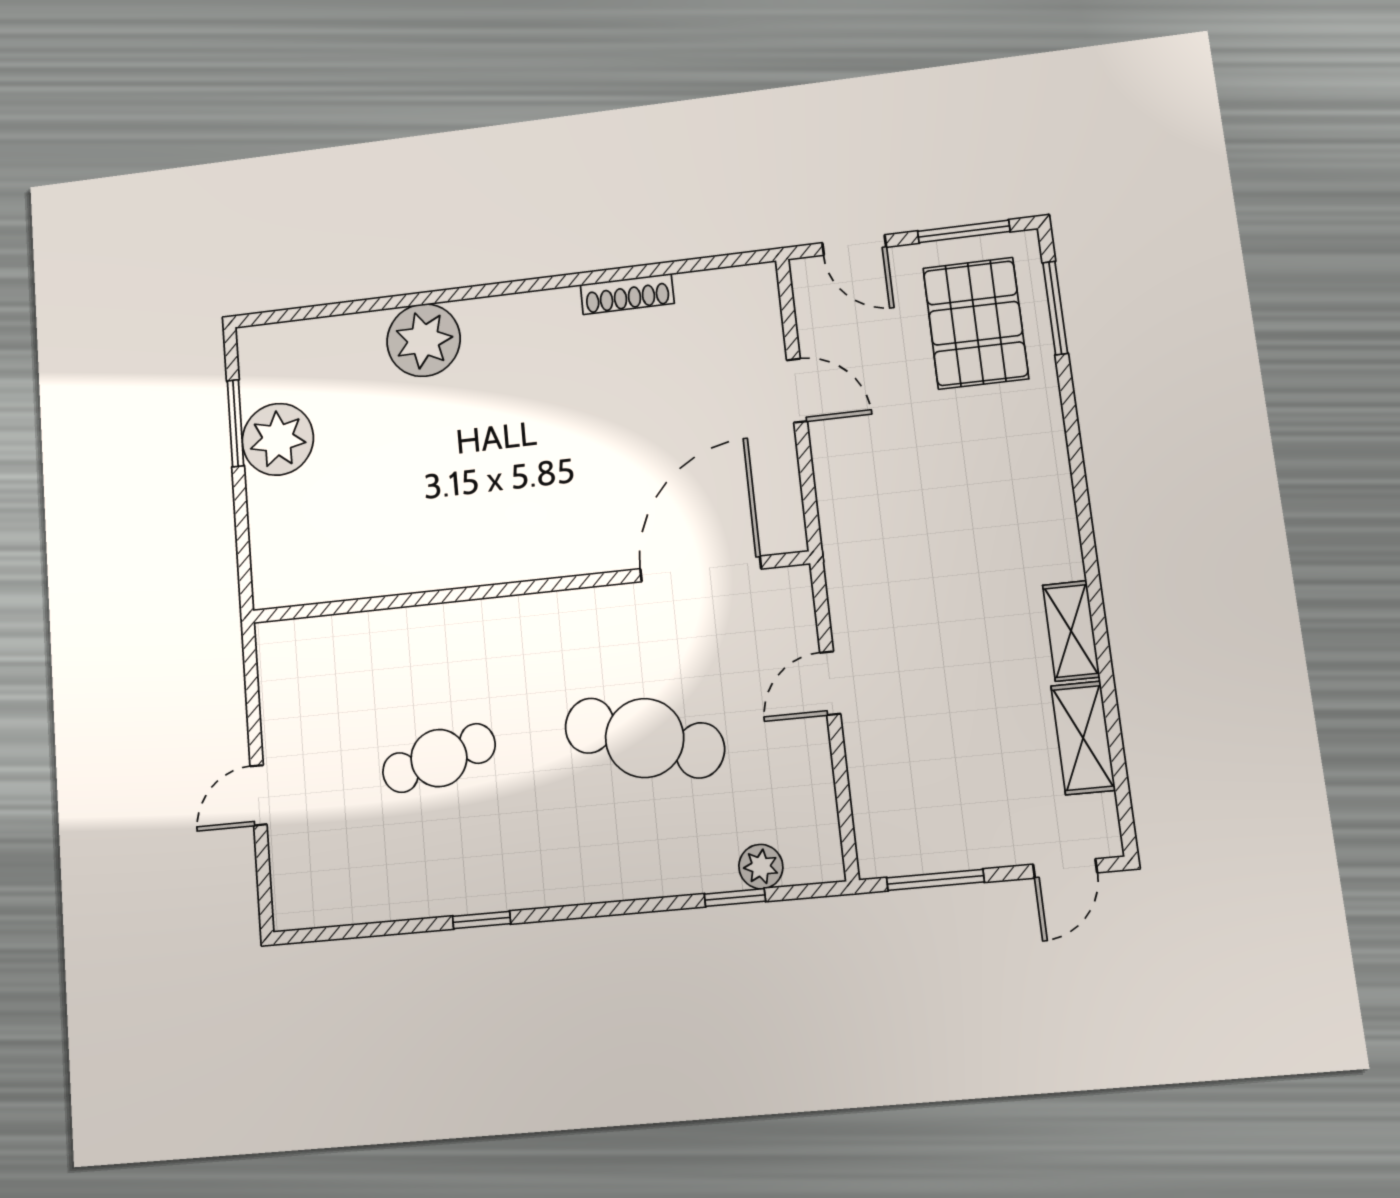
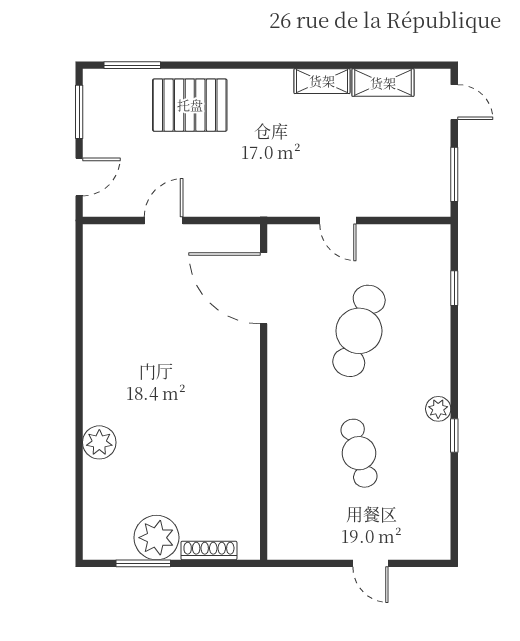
shoe rack: (627, 294) -> (209, 550), moved, turned -90
pallet: (976, 323) -> (190, 105), moved
plant: (424, 340) -> (99, 442), width x0.73, depth x0.73
plant: (761, 867) -> (438, 409), moved

